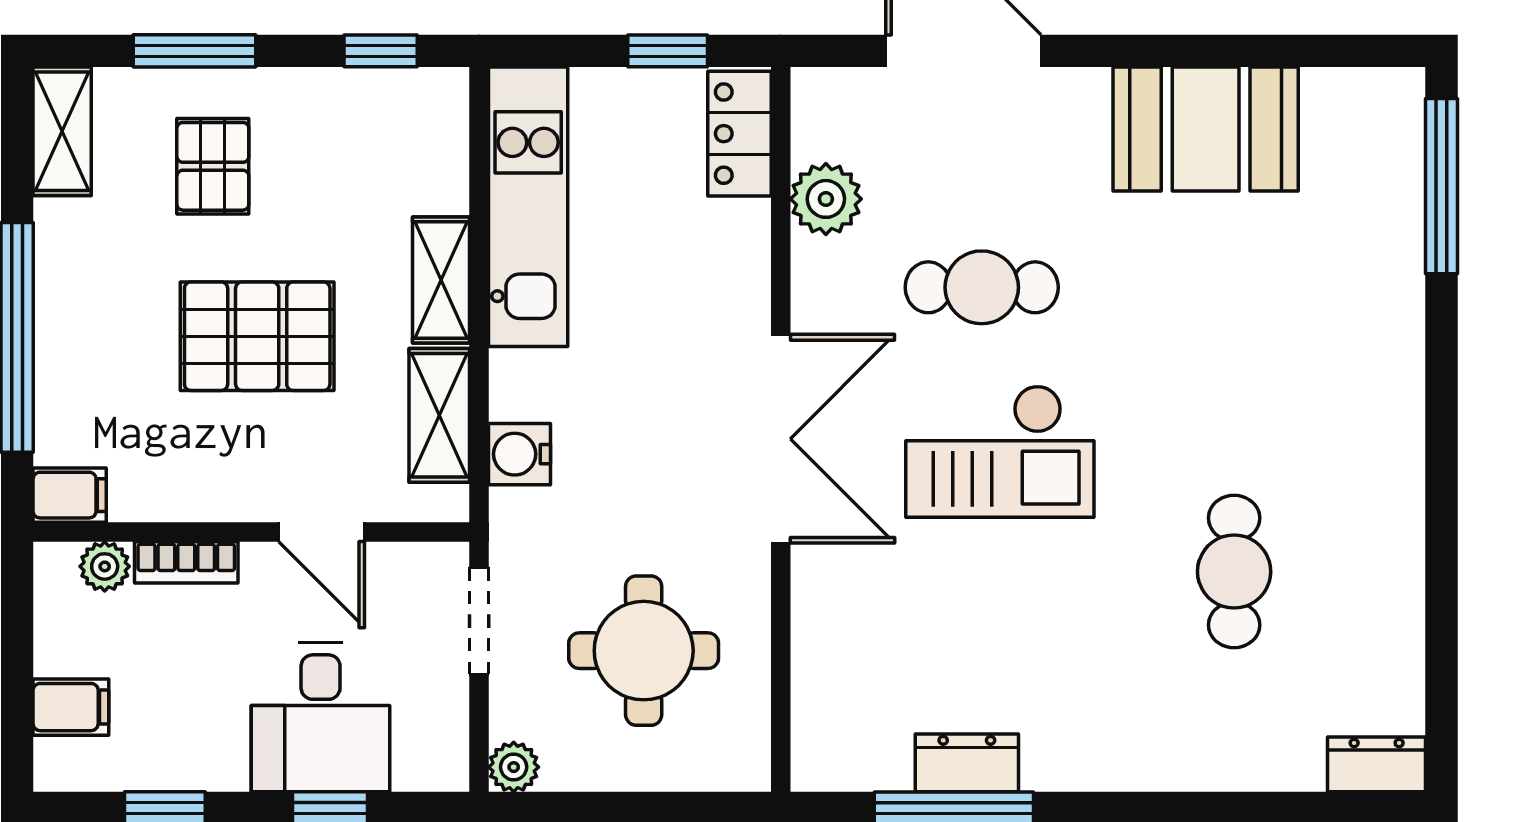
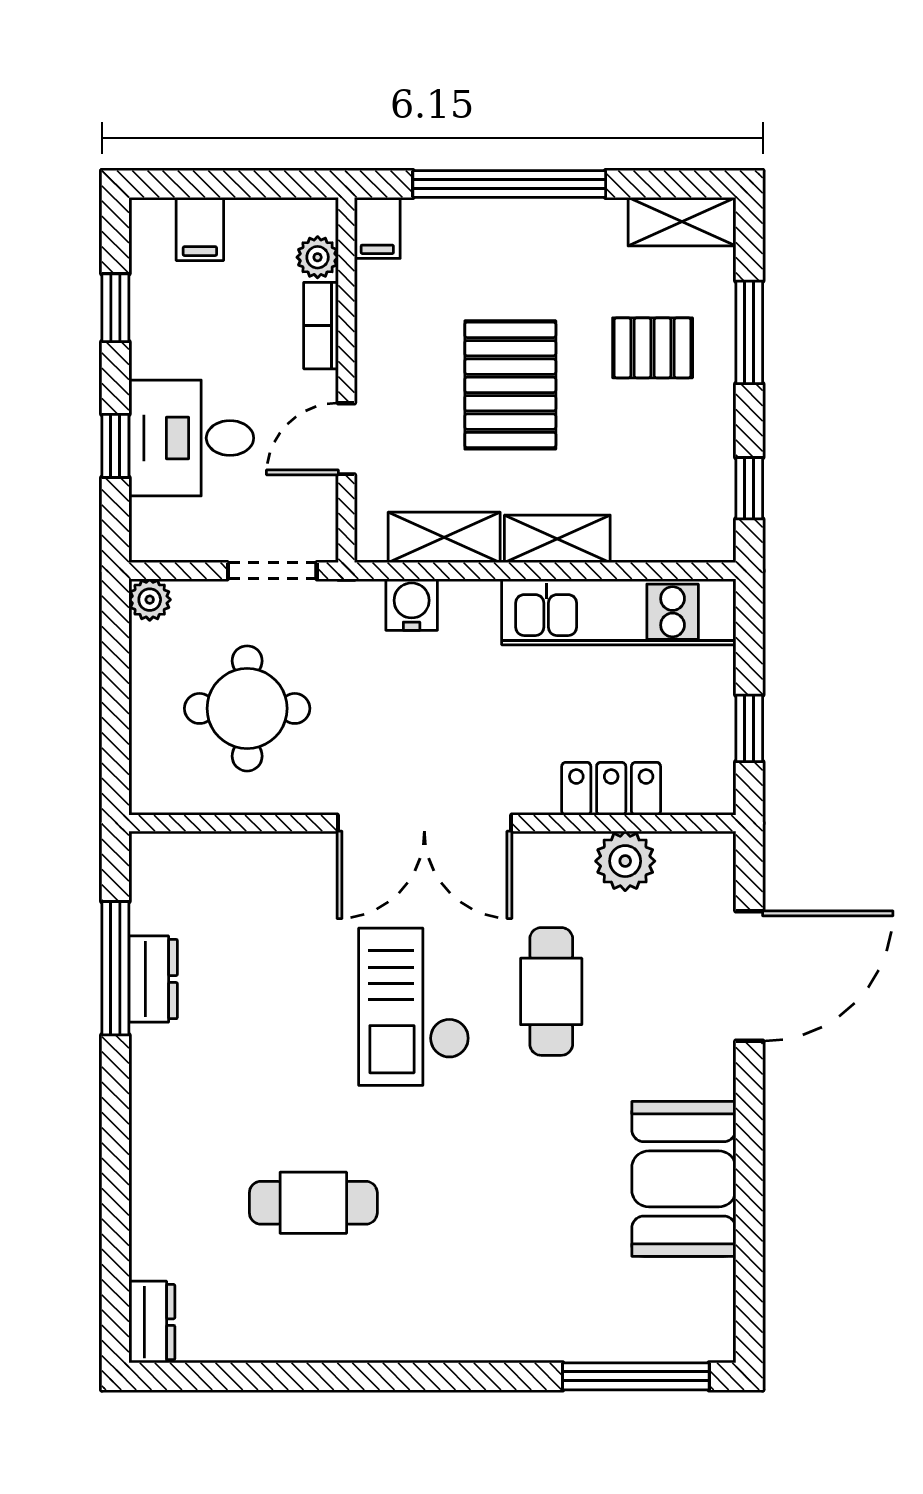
locker: (739, 134) -> (611, 789), moved

